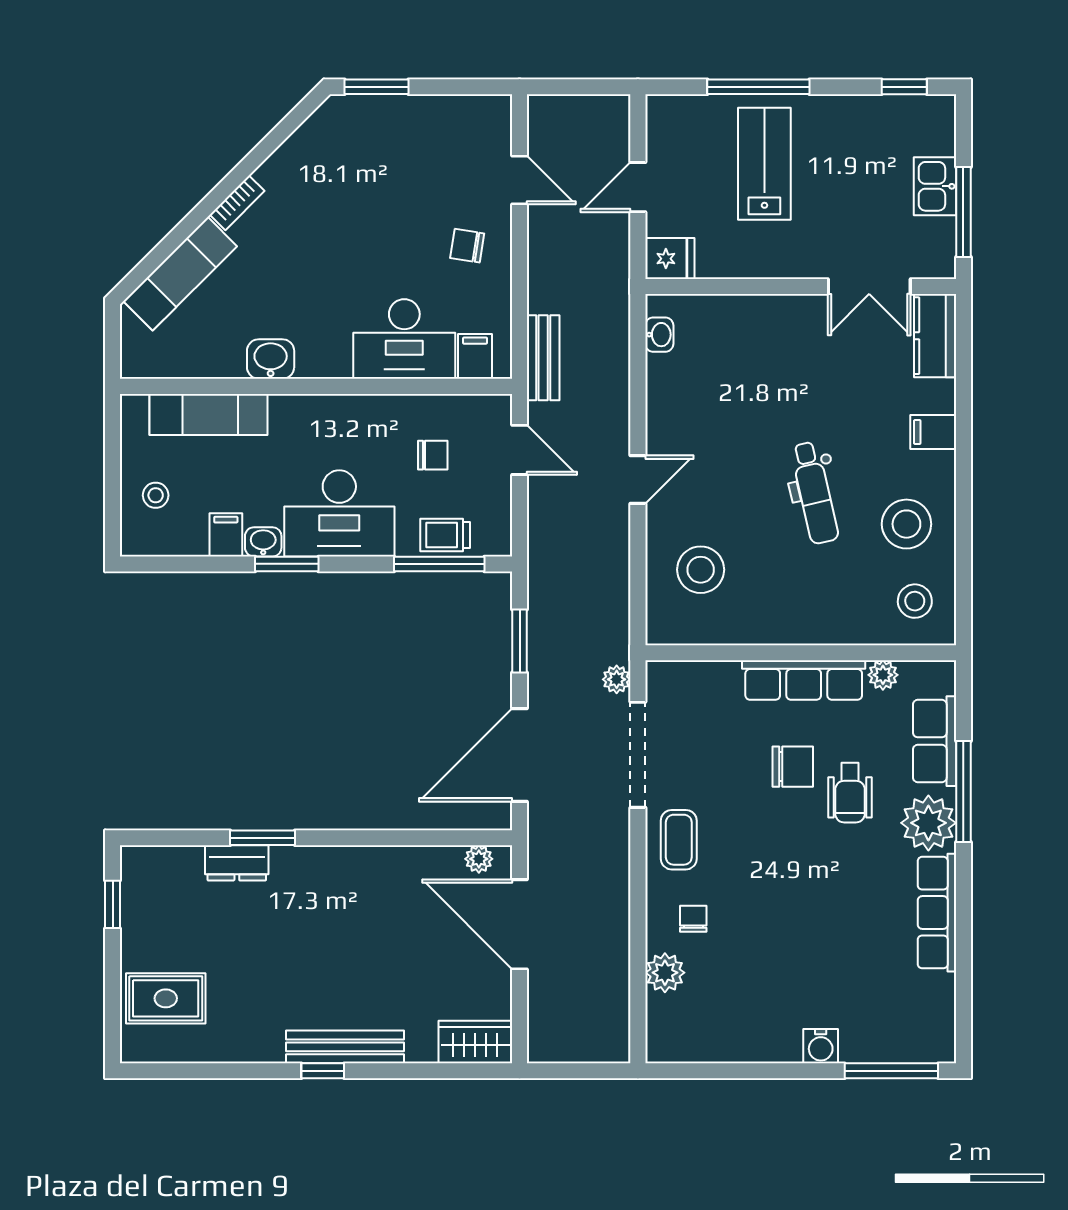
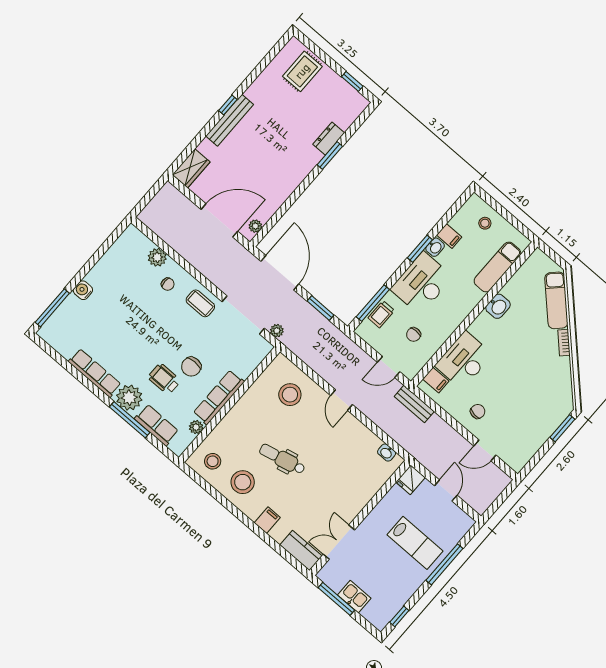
trolley: (445, 535) -> (381, 314), turned 180

